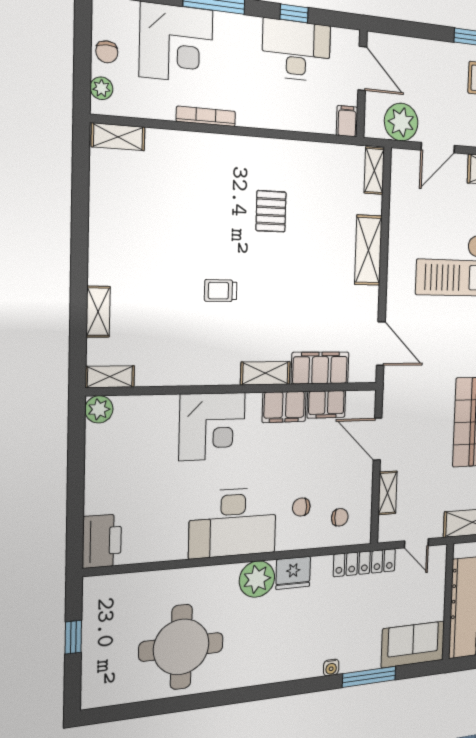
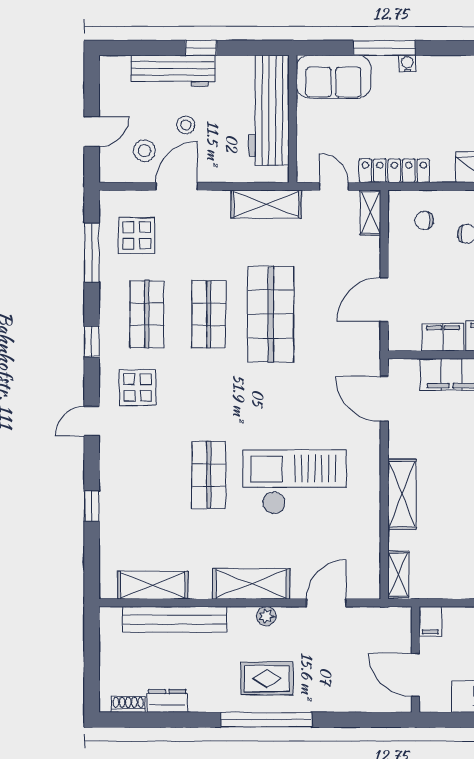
plant: (401, 122) -> (370, 626), removed
door: (378, 439) -> (384, 300), swing flipped
shelving: (388, 493) -> (370, 212), moved
water cooler: (331, 667) -> (407, 64), moved

